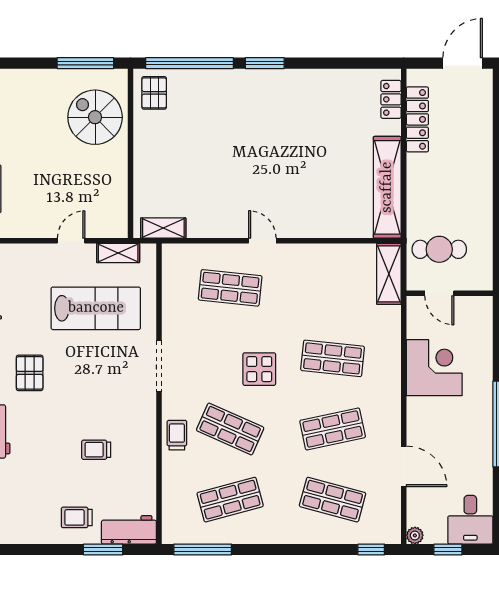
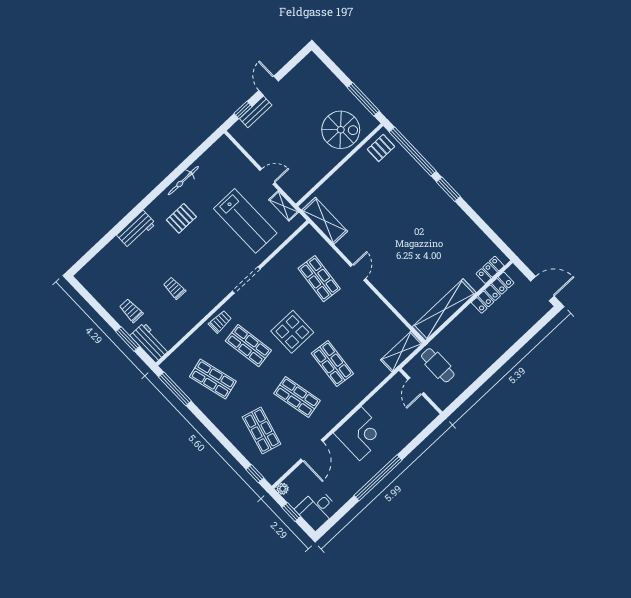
spiral stairs: (95, 117) -> (341, 130), turned 90
shelving: (163, 228) -> (325, 221), width x1.50, depth x1.33
corner desk: (434, 368) -> (360, 434), moved
display table: (259, 369) -> (292, 332), width x1.36, depth x1.36
shop shelf: (230, 429) -> (248, 346), turned -33

